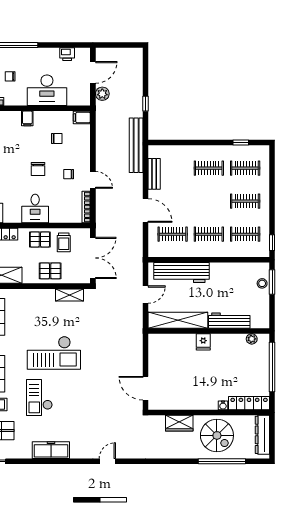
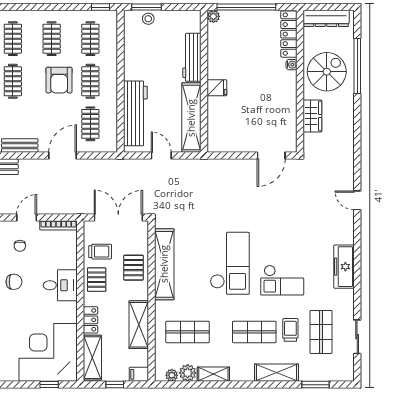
armchair: (210, 207) -> (59, 80), added
shelving: (70, 295) -> (164, 264), width x2.20, depth x1.33
plant: (252, 339) -> (213, 16), moved

